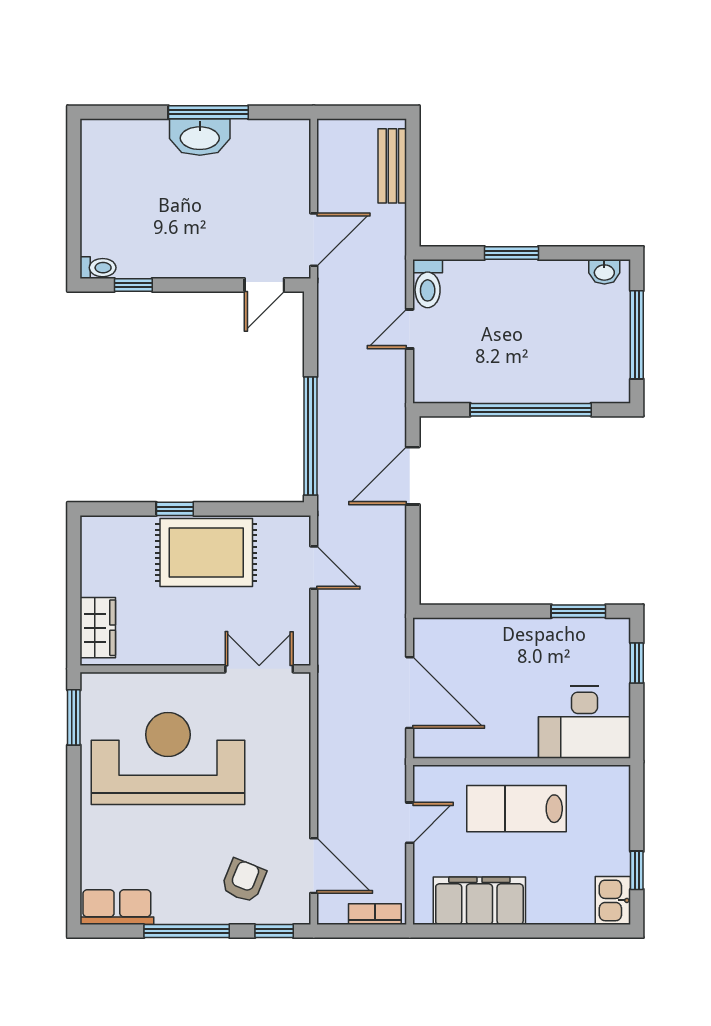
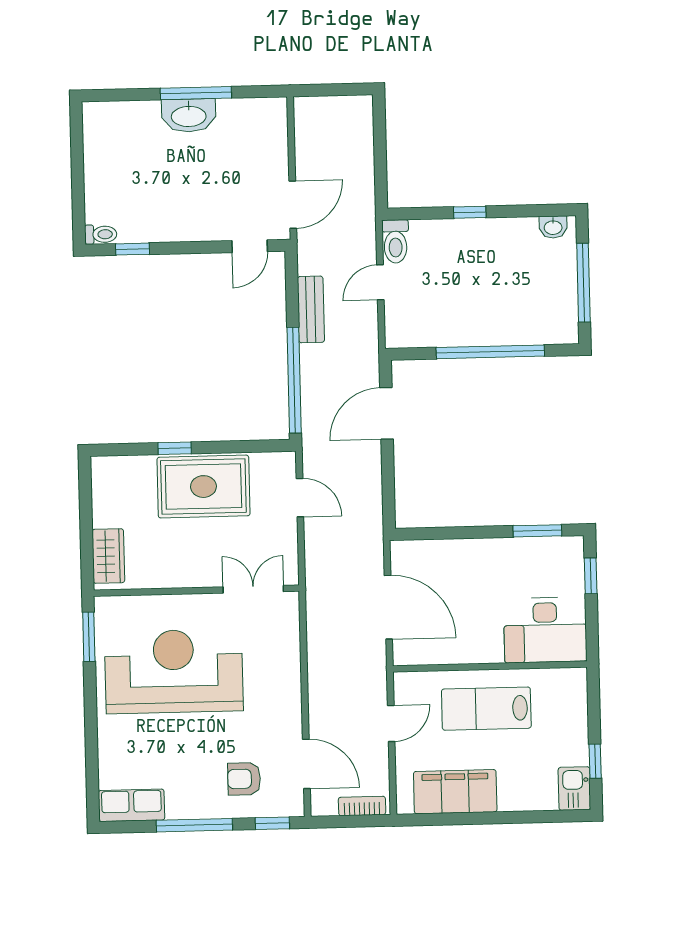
bench: (392, 166) -> (311, 309), moved
window: (511, 253) -> (470, 212), width x0.67
armchair: (244, 881) -> (244, 779), turned -112

